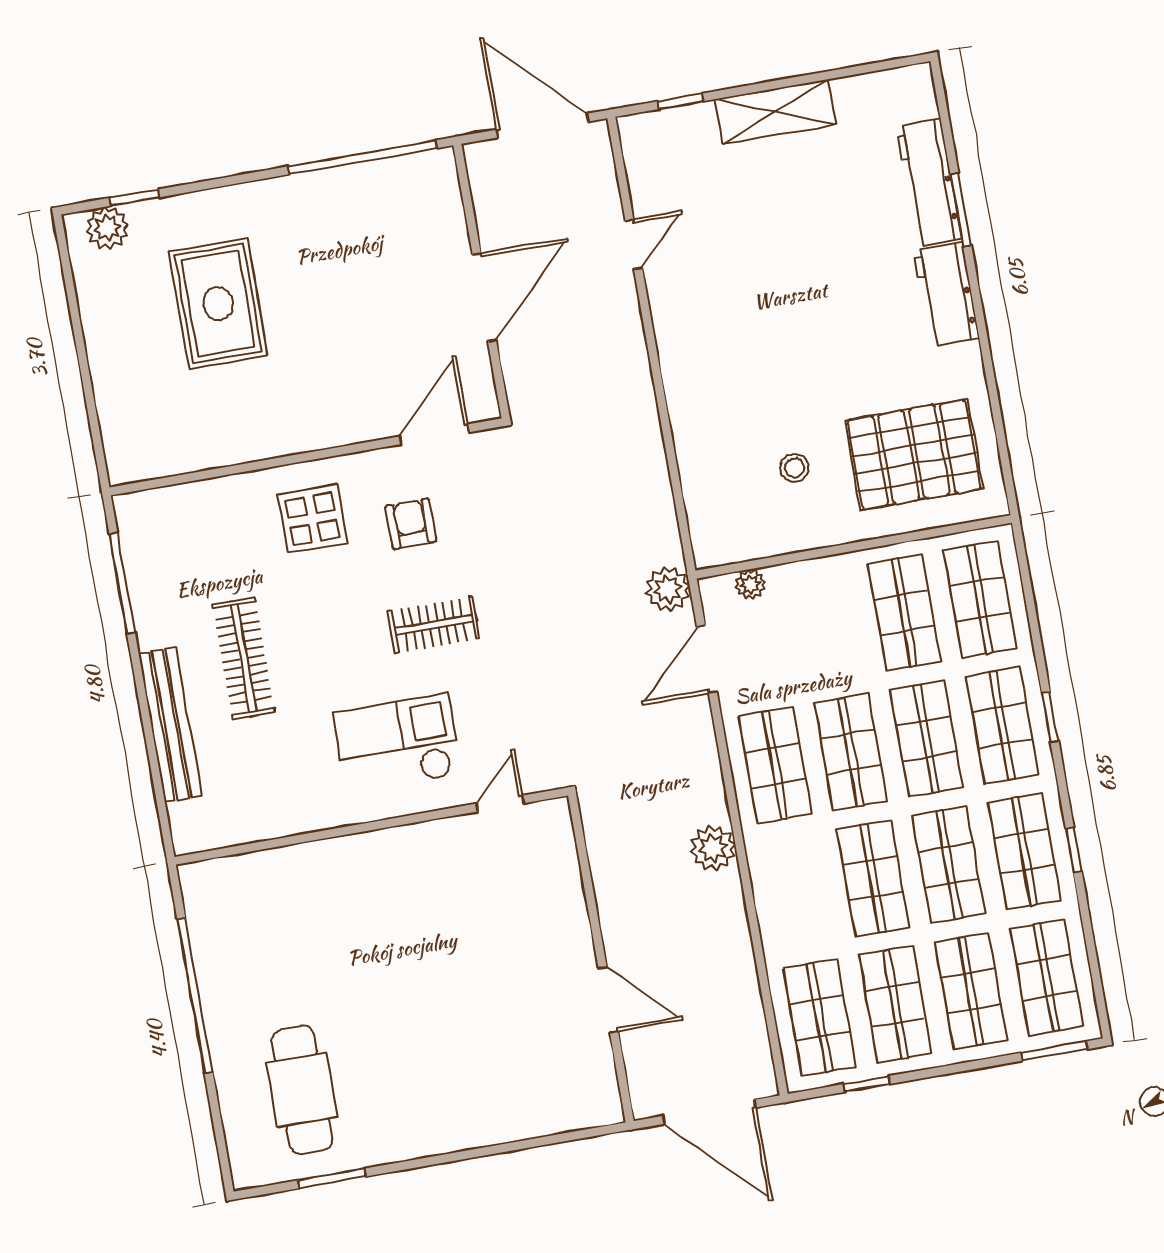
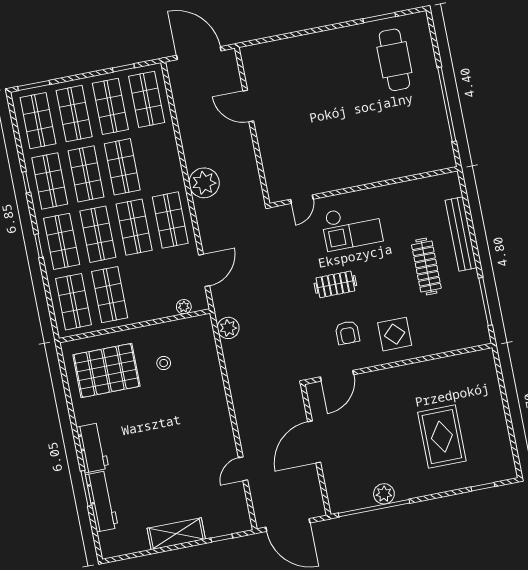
plant: (107, 228) -> (384, 494), moved
plant: (668, 589) -> (228, 328), moved
plant: (713, 848) -> (204, 183), width x1.36, depth x1.36

